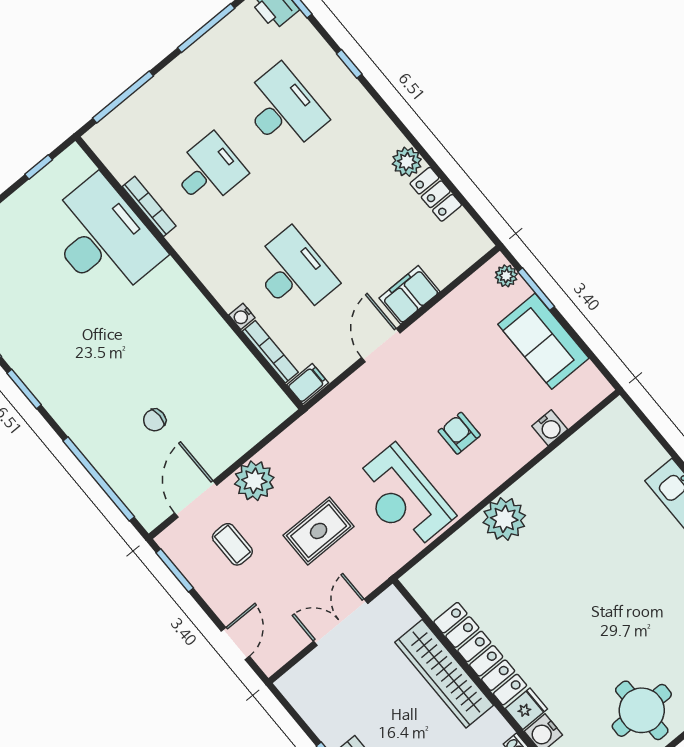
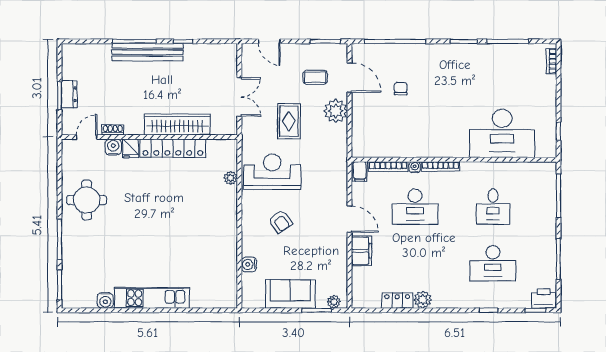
bookcase: (149, 206) -> (441, 166), moved
armchair: (459, 433) -> (280, 221), turned 54
plant: (504, 519) -> (231, 178), moved, width x0.53, depth x0.53

